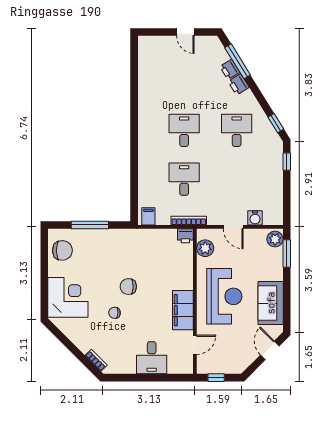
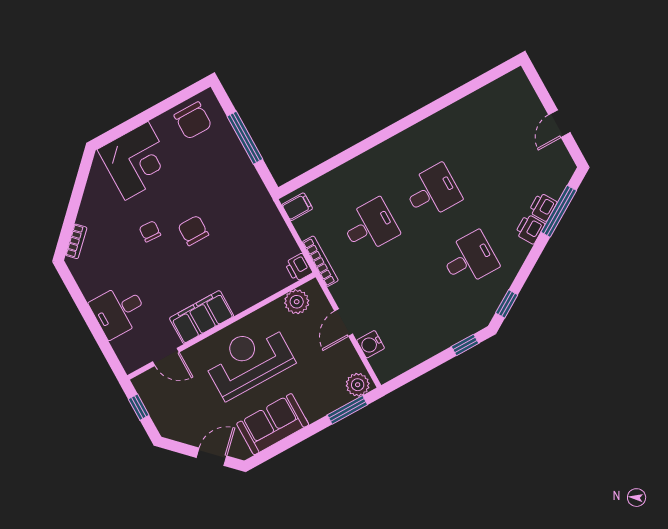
reception desk: (224, 296) -> (249, 360), turned 180

